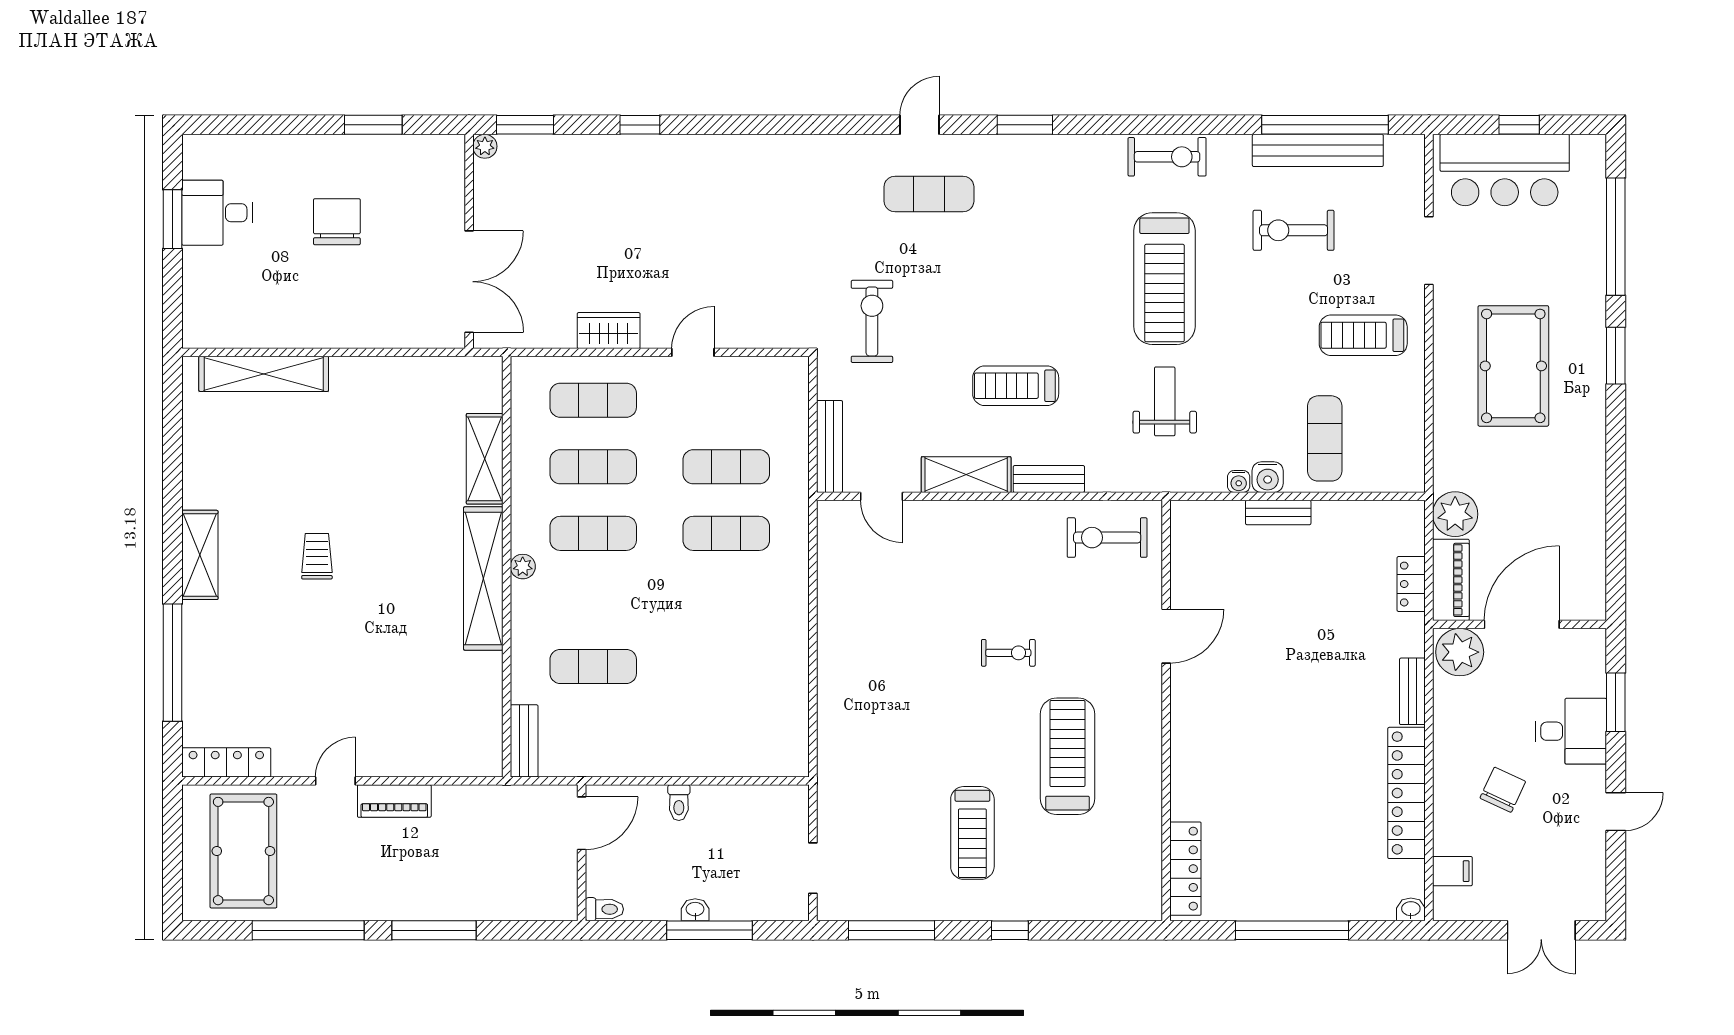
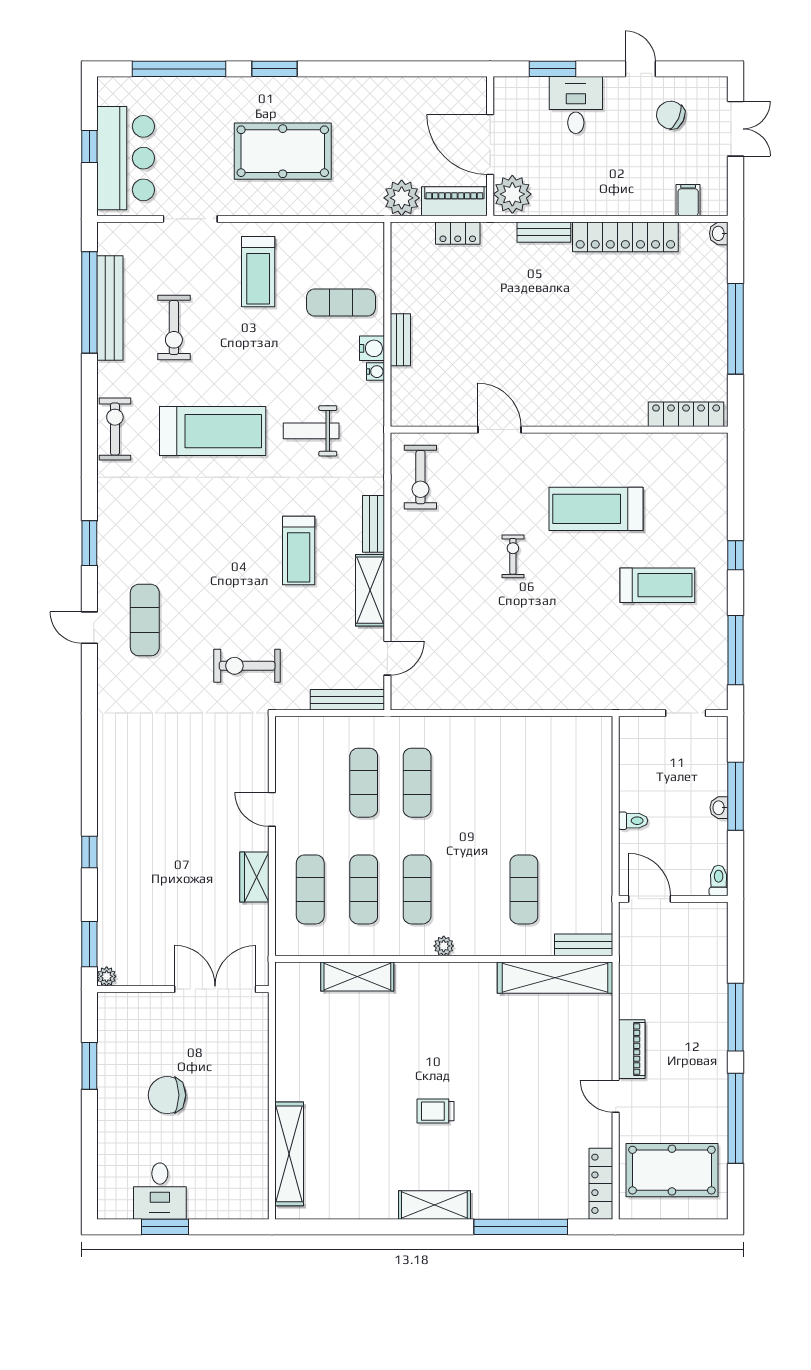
shelving: (483, 579) -> (555, 978), moved
chair: (1503, 790) -> (671, 115), moved

